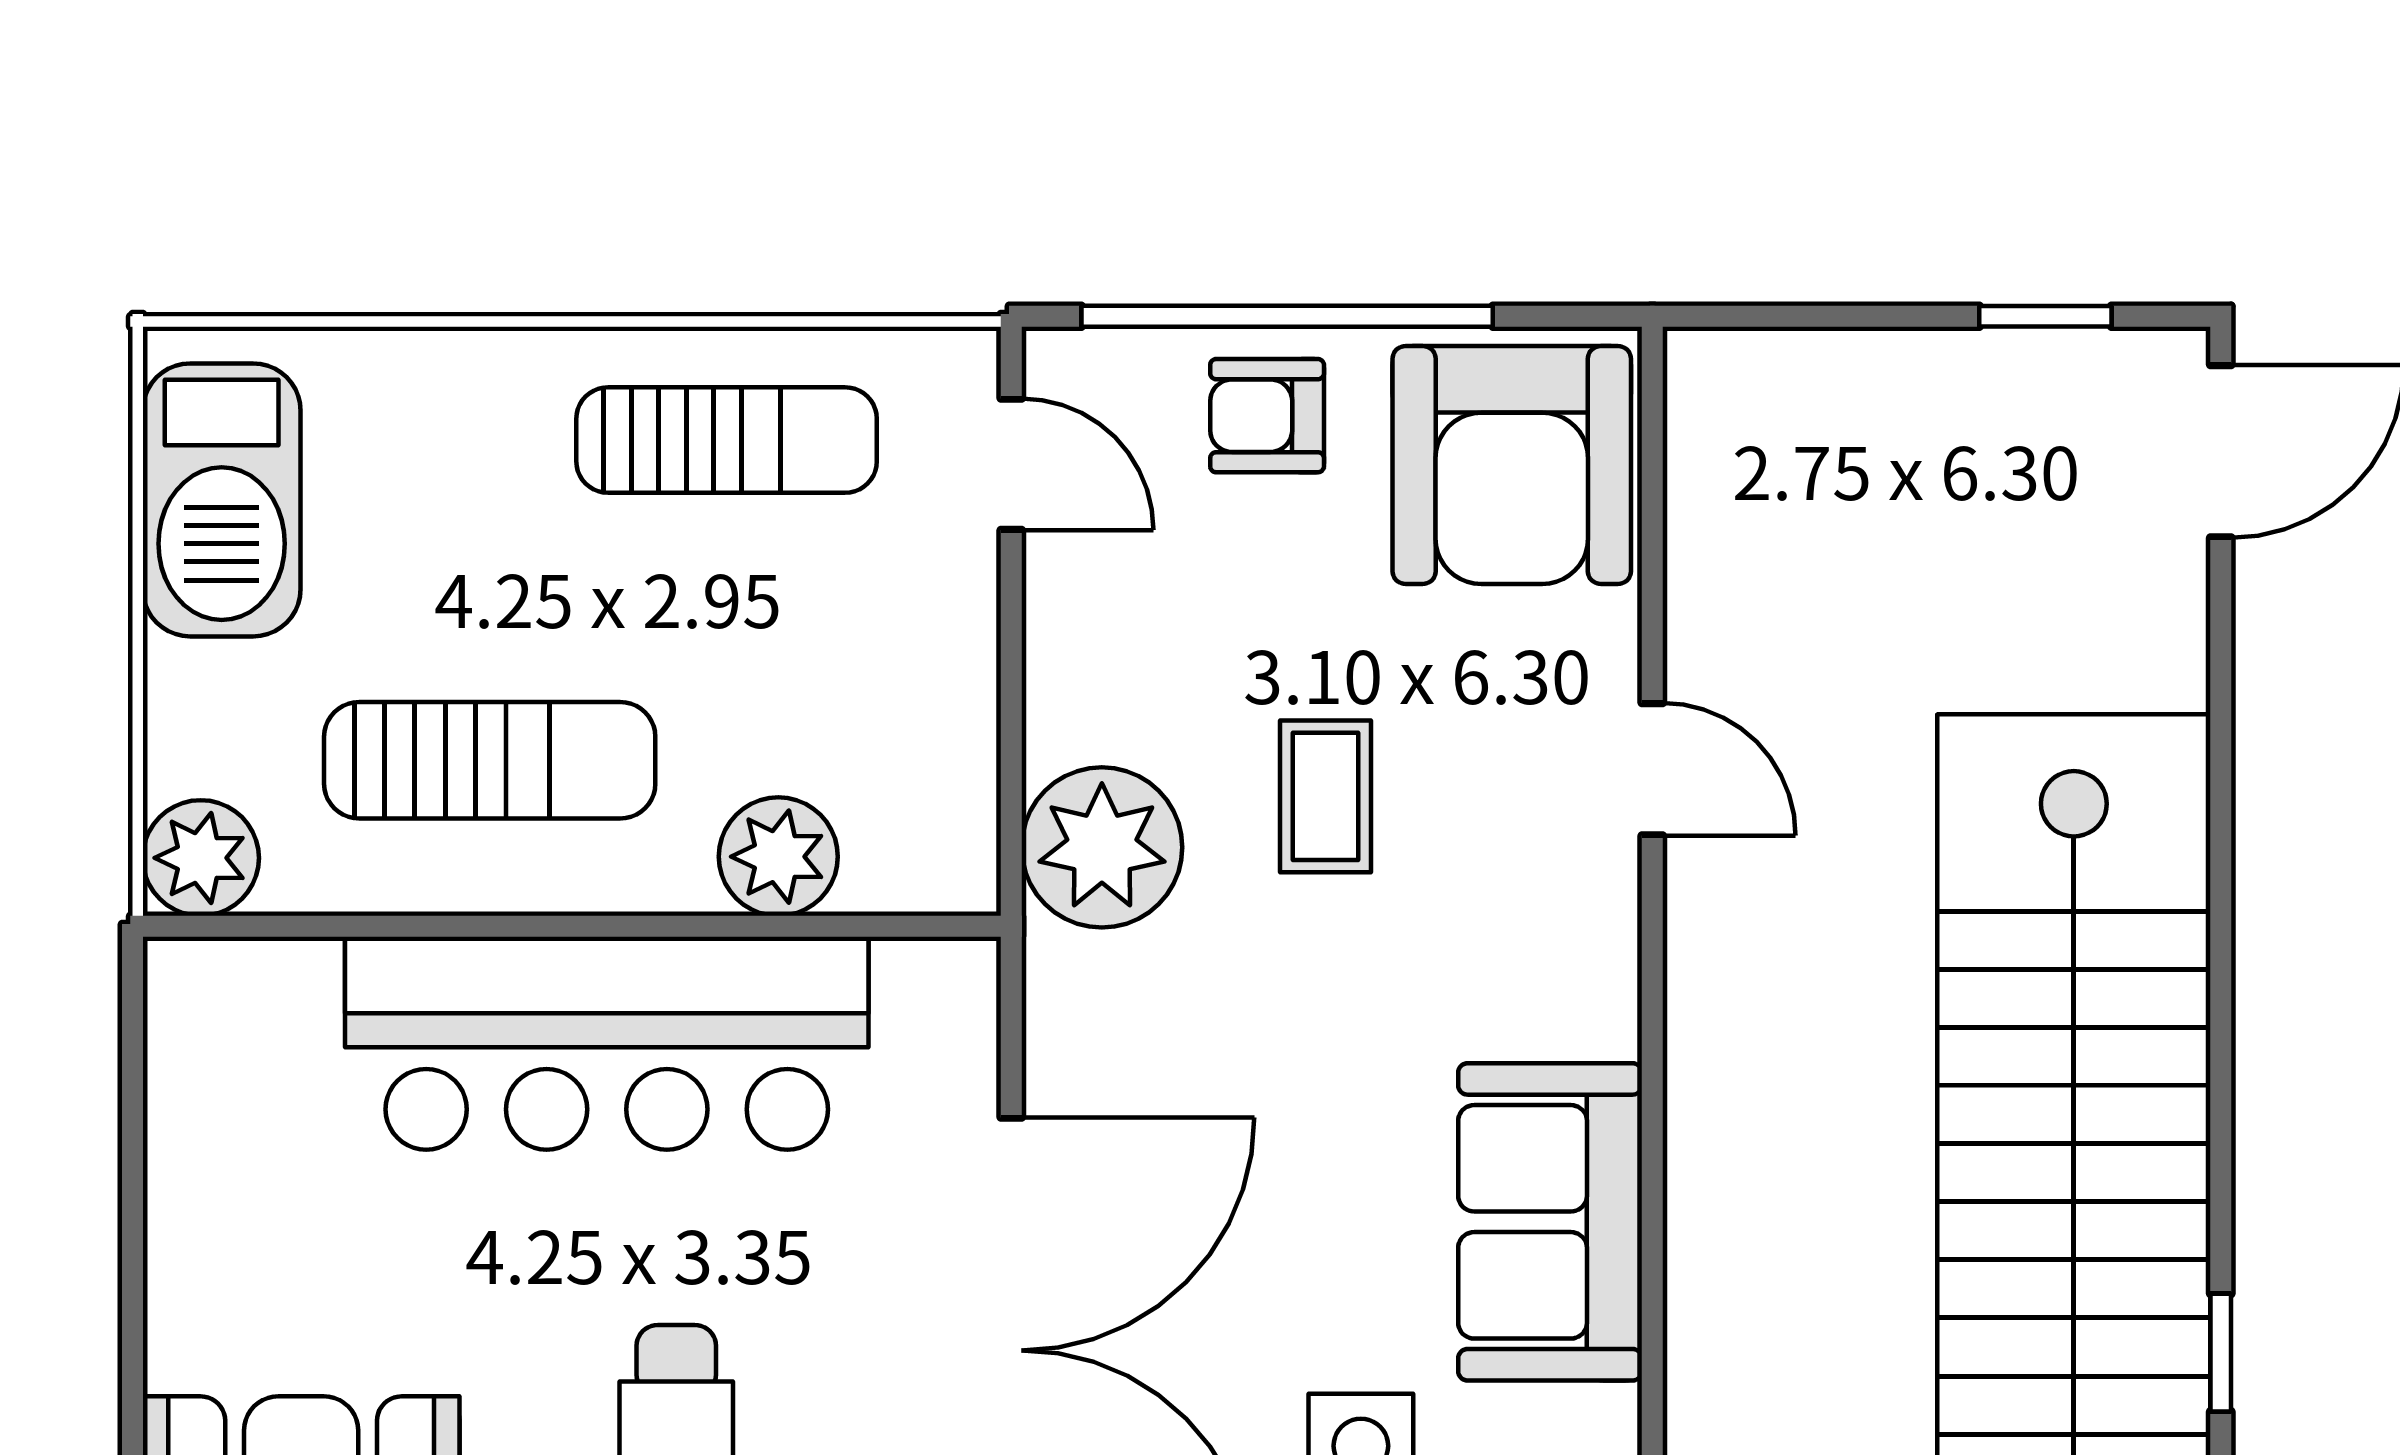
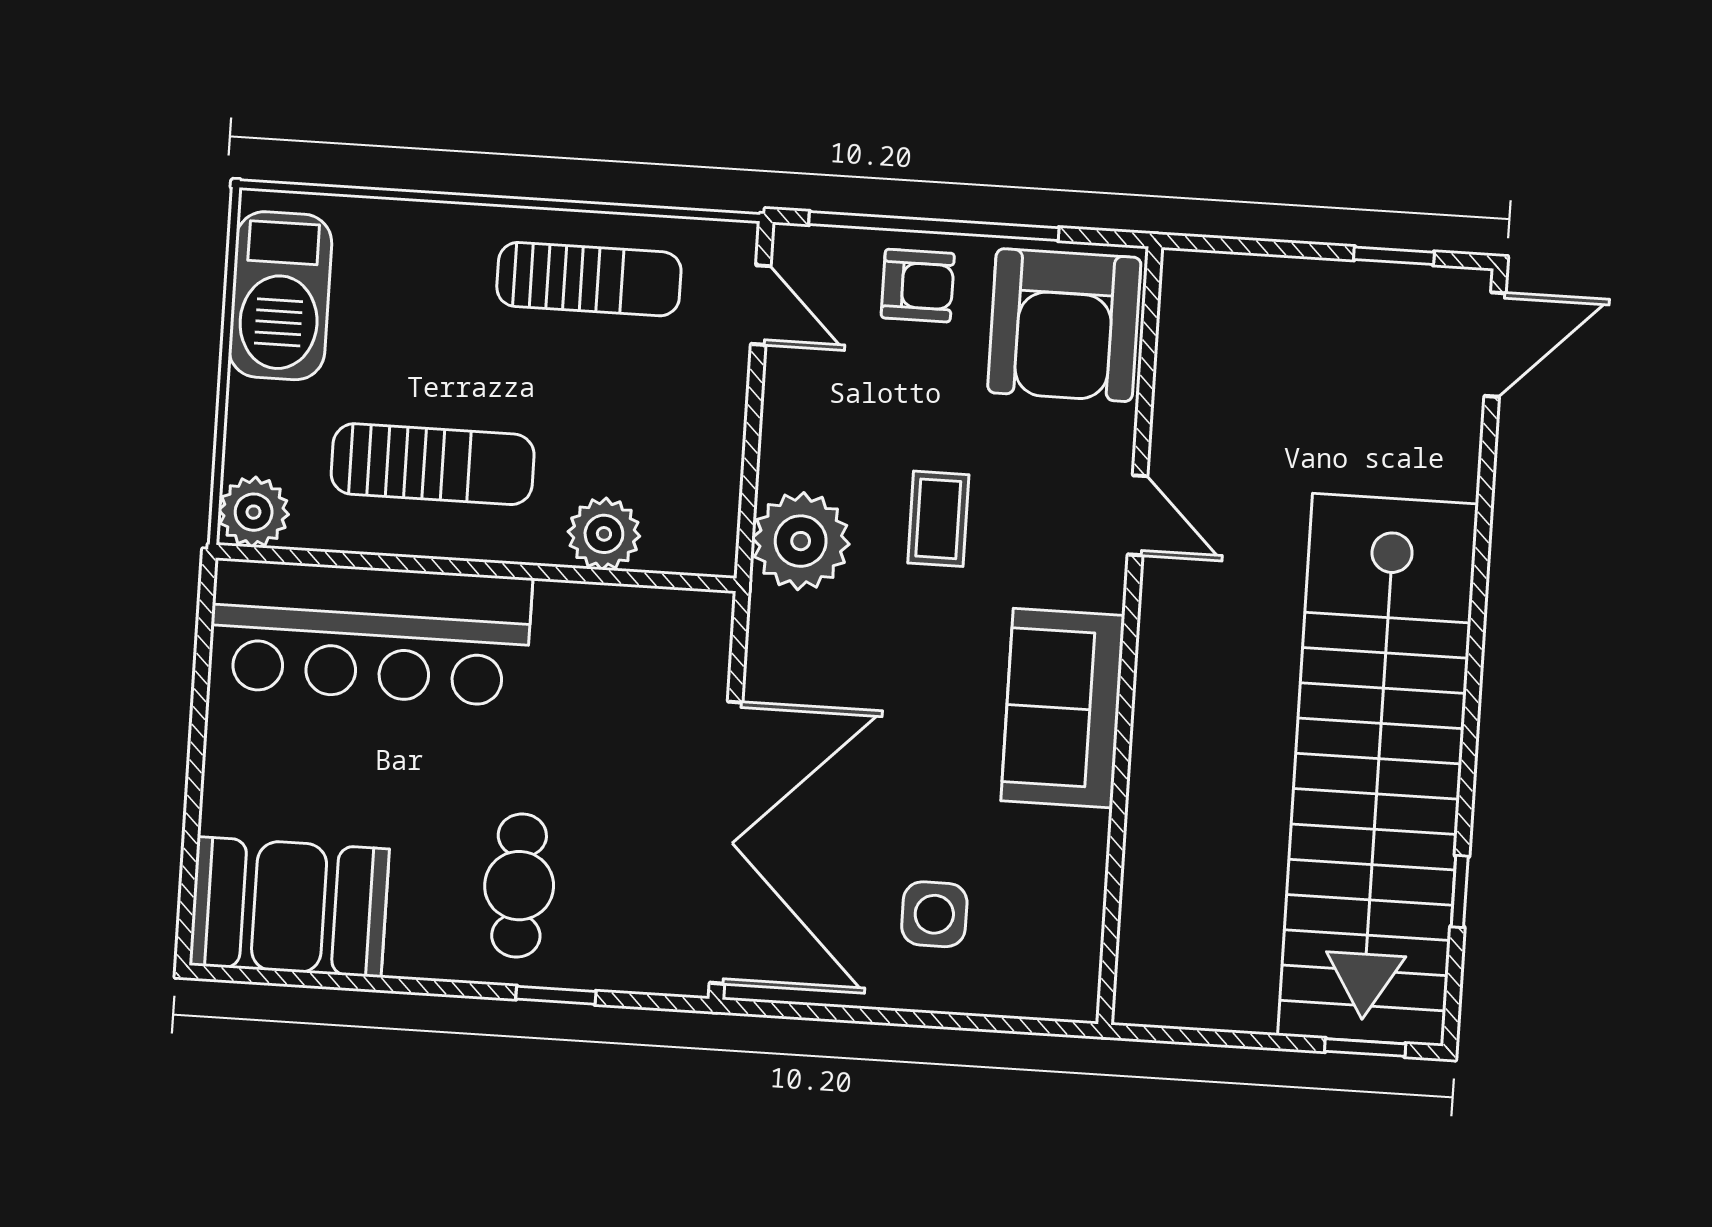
armchair: (1267, 416) -> (918, 286), turned 180
bar counter: (607, 1043) -> (370, 632), moved
sofa: (1550, 1222) -> (1063, 708), moved

